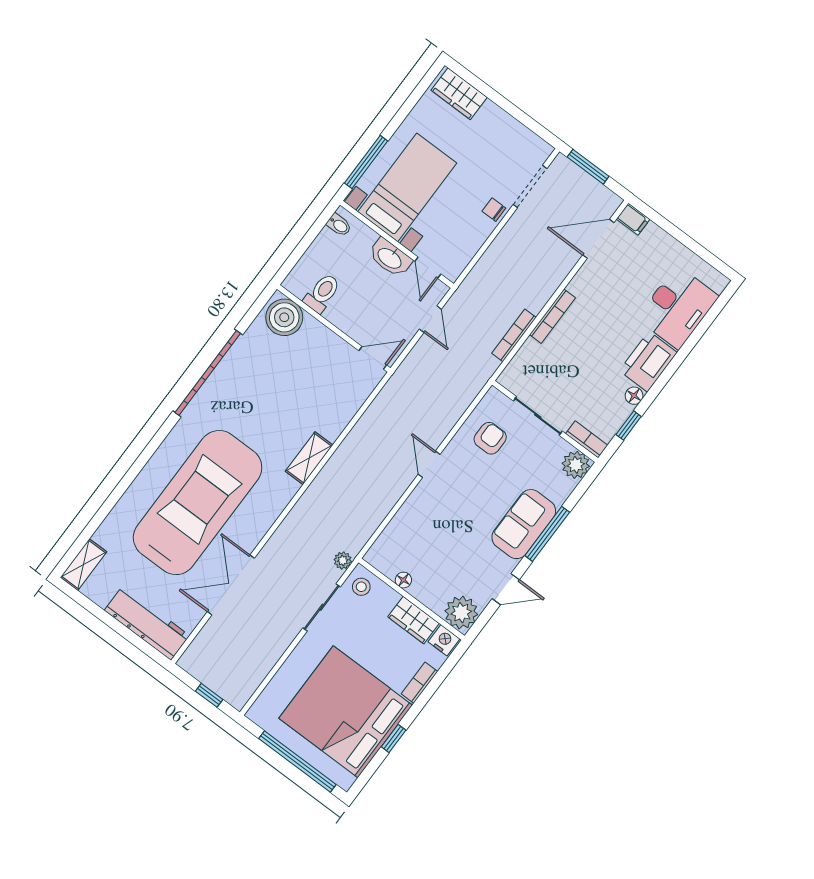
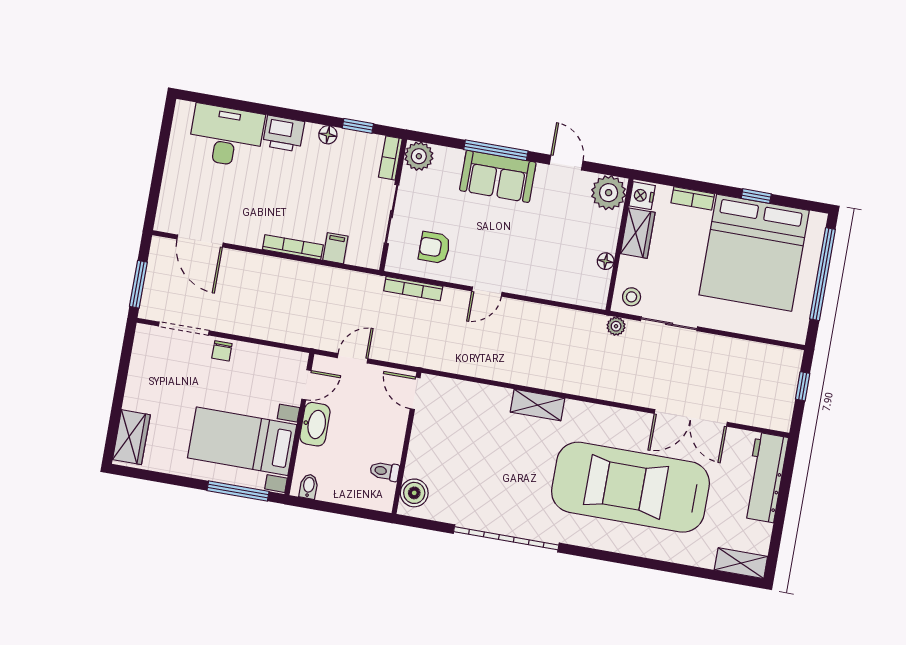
filing cabinet: (633, 219) -> (335, 248), moved
toilet: (322, 293) -> (385, 471), width x0.73, depth x0.72
boiler: (284, 317) -> (414, 493), width x0.73, depth x0.73
bookcase: (514, 335) -> (413, 289), moved
printer: (648, 362) -> (284, 134), width x0.73, depth x0.84

